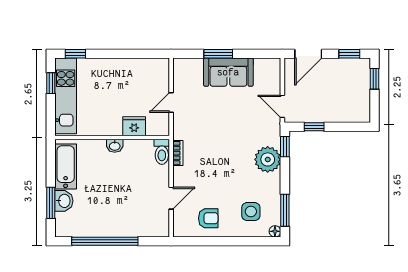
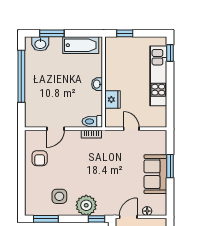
window: (51, 83) -> (125, 33), moved
kitchen unit: (66, 96) -> (158, 76), moved, turned 90
door: (171, 198) -> (56, 129), hinge flipped
washbasin: (64, 201) -> (40, 44), moved
side table: (251, 212) -> (59, 196), moved
floor lamp: (275, 231) -> (147, 211), moved

